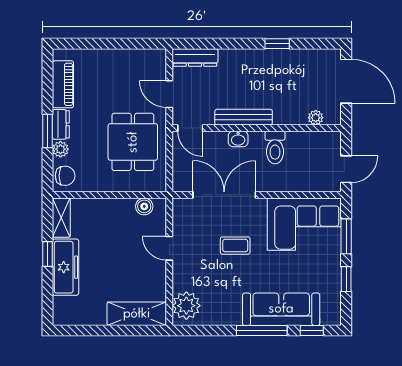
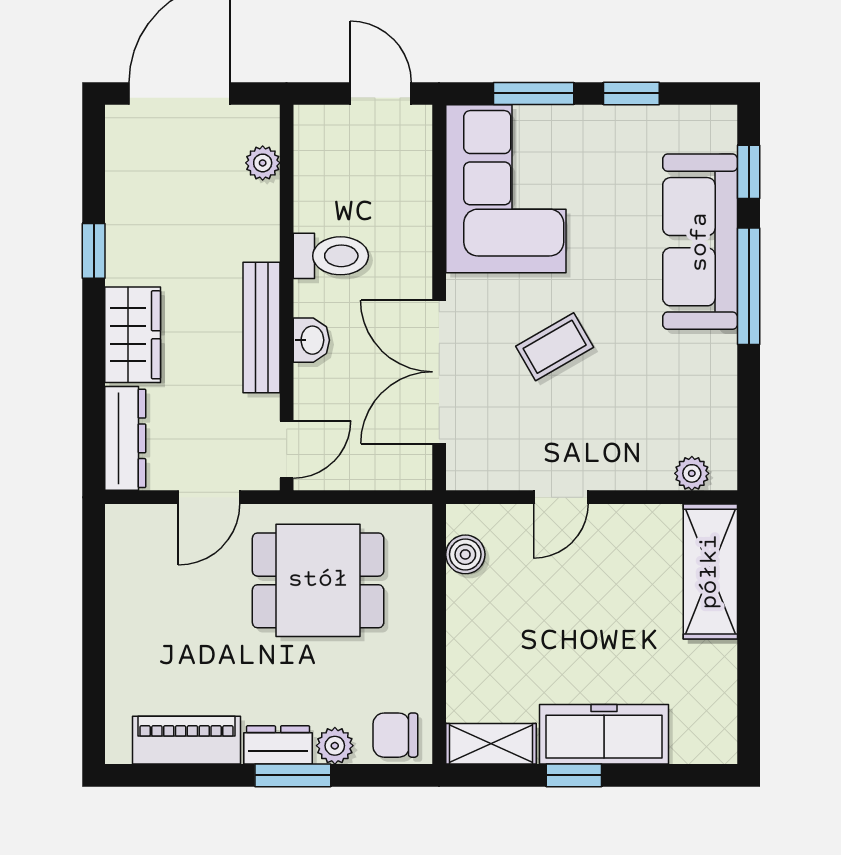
wardrobe: (240, 61) -> (133, 335), added
chair: (65, 176) -> (395, 735), turned -90
coffee table: (235, 246) -> (555, 347), turned 60
plant: (186, 306) -> (692, 473), width x0.53, depth x0.53

